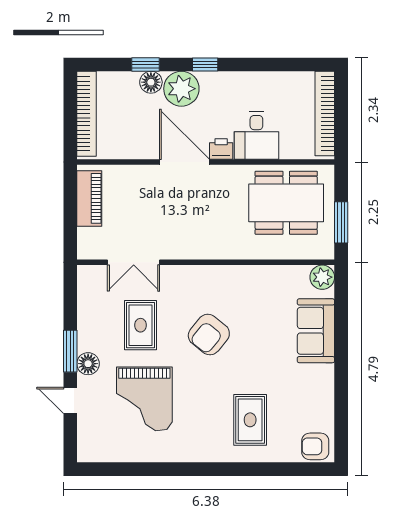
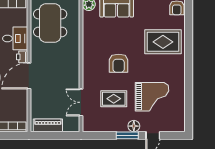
double door: (134, 262) -> (81, 102), swing flipped
armchair: (209, 335) -> (119, 63), turned 51
rug: (250, 420) -> (163, 42), width x1.36, depth x1.43

